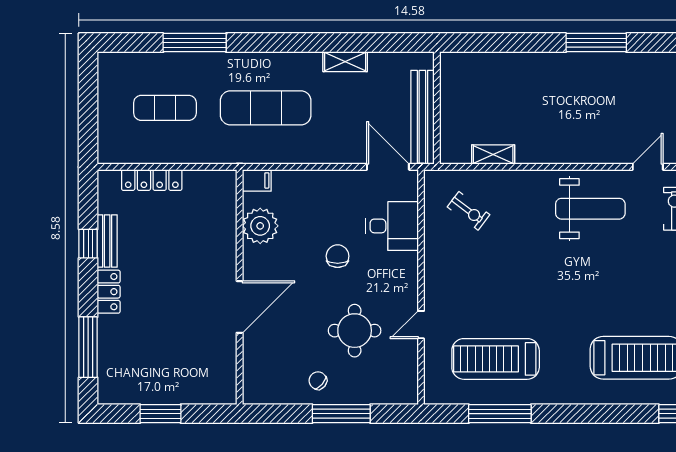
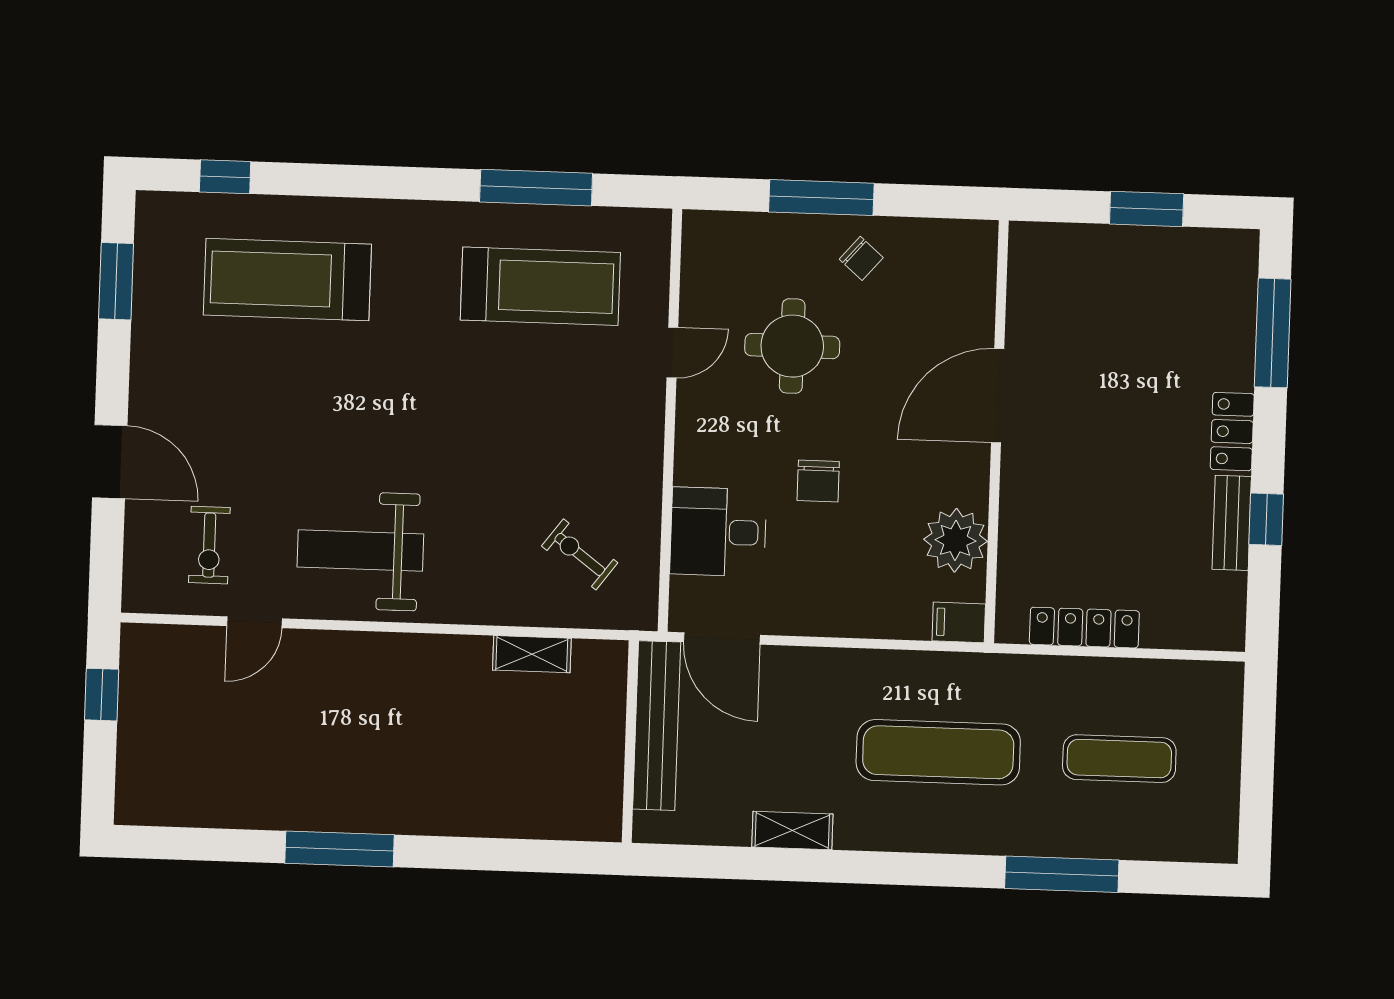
locker: (152, 180) -> (1084, 628), moved

